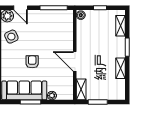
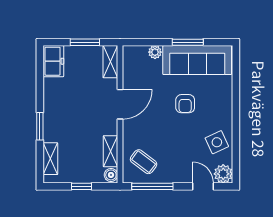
coffee table: (59, 24) -> (144, 162), added
door: (75, 61) -> (120, 104), hinge flipped
shelving: (121, 68) -> (111, 151), moved
freezer: (119, 90) -> (53, 61), added

